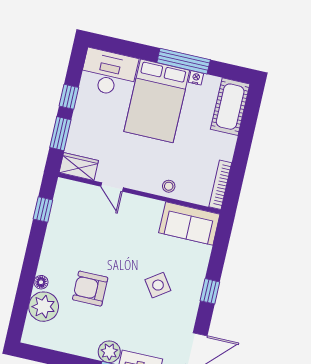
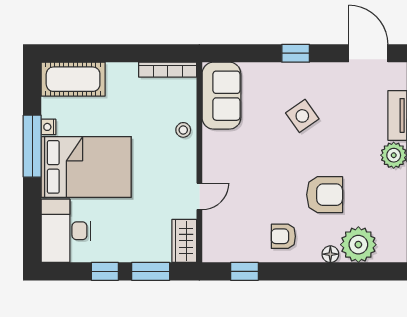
armchair: (64, 248) -> (283, 236), added
armchair: (90, 289) -> (325, 195), turned -90

